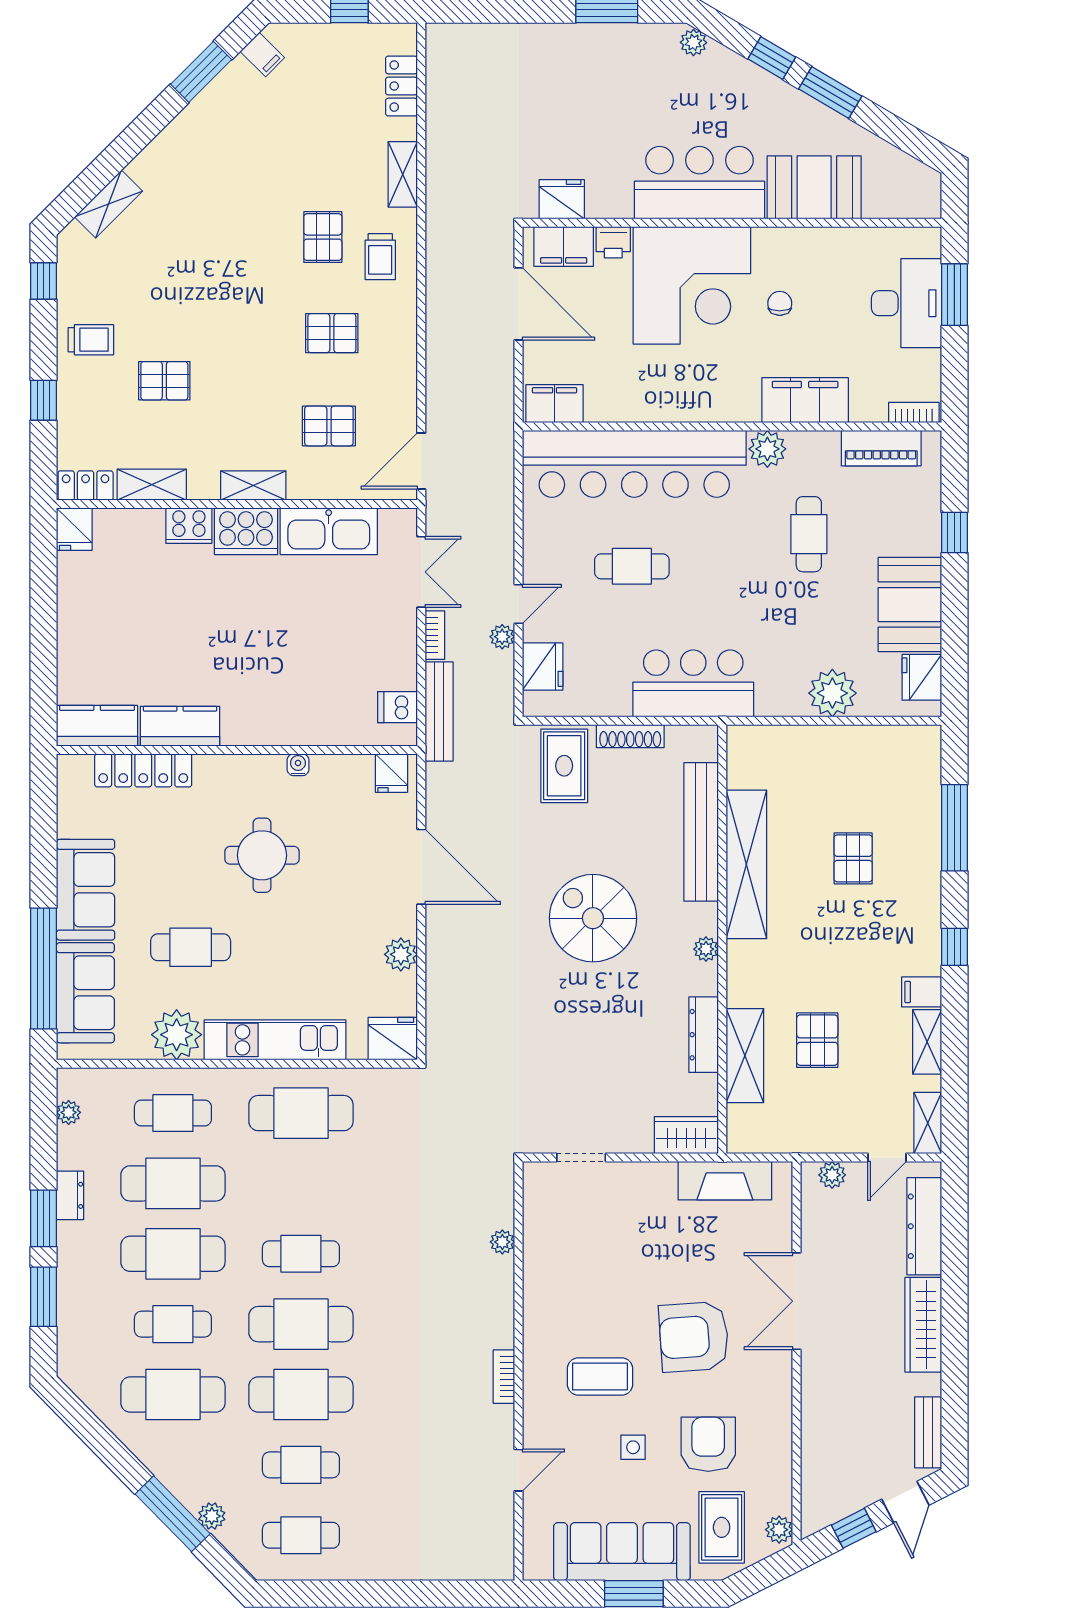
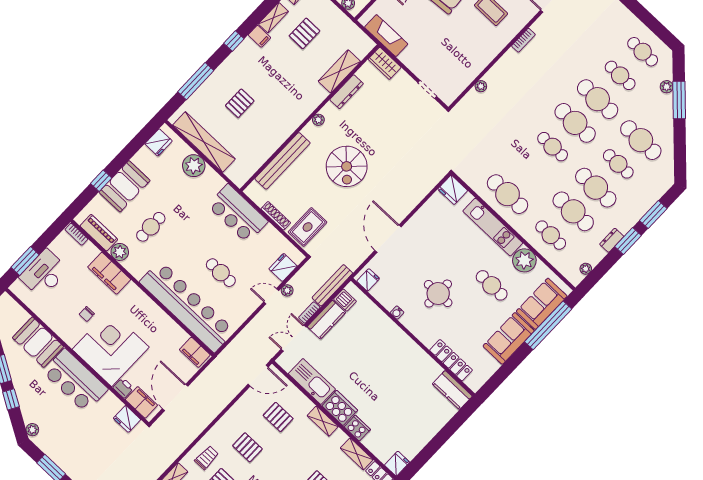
plant: (767, 449) -> (120, 252), moved
booth: (910, 605) -> (125, 186), moved
kitchen counter: (180, 726) -> (326, 320), moved, turned -90
shelving: (746, 864) -> (204, 142), moved, turned 90
plant: (401, 954) -> (423, 216), removed
pallet: (817, 1040) -> (304, 33), moved

